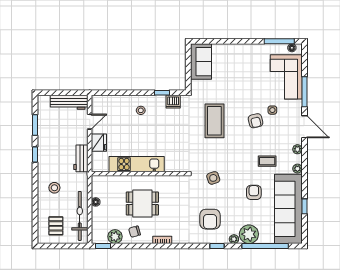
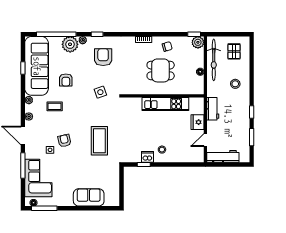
sofa: (201, 62) -> (89, 197), moved, turned 90
dishwasher: (173, 102) -> (147, 157), moved
plant: (115, 237) -> (198, 42), moved

